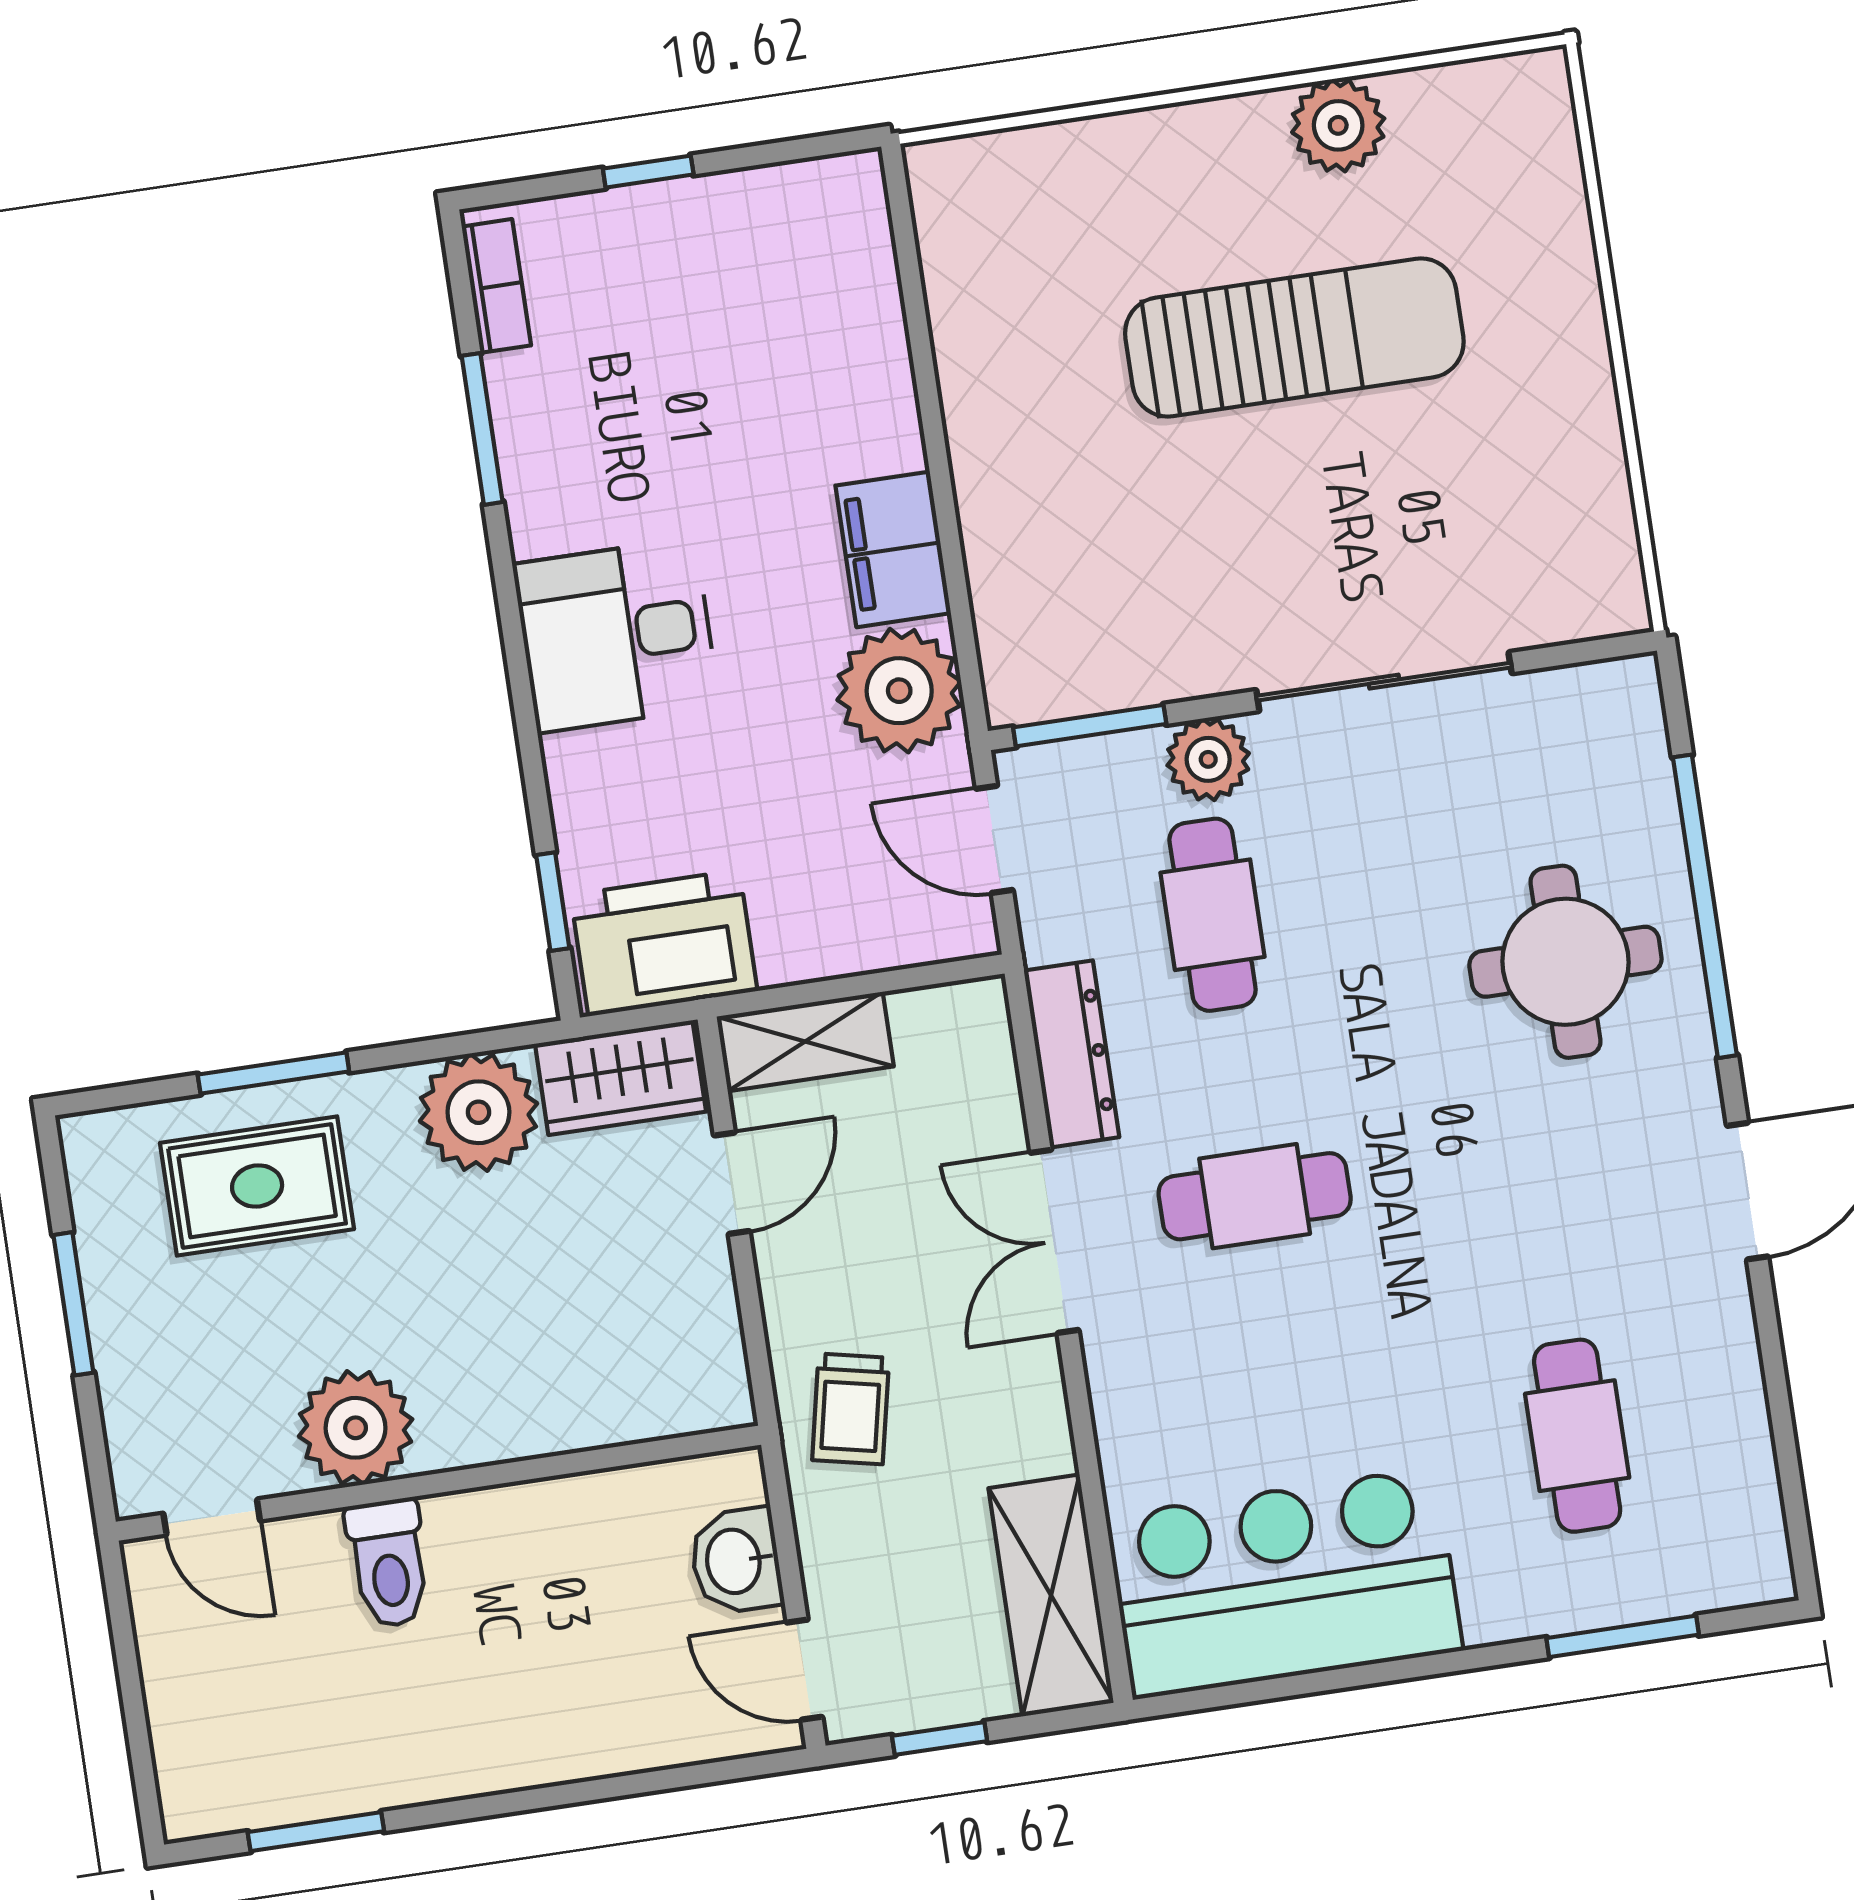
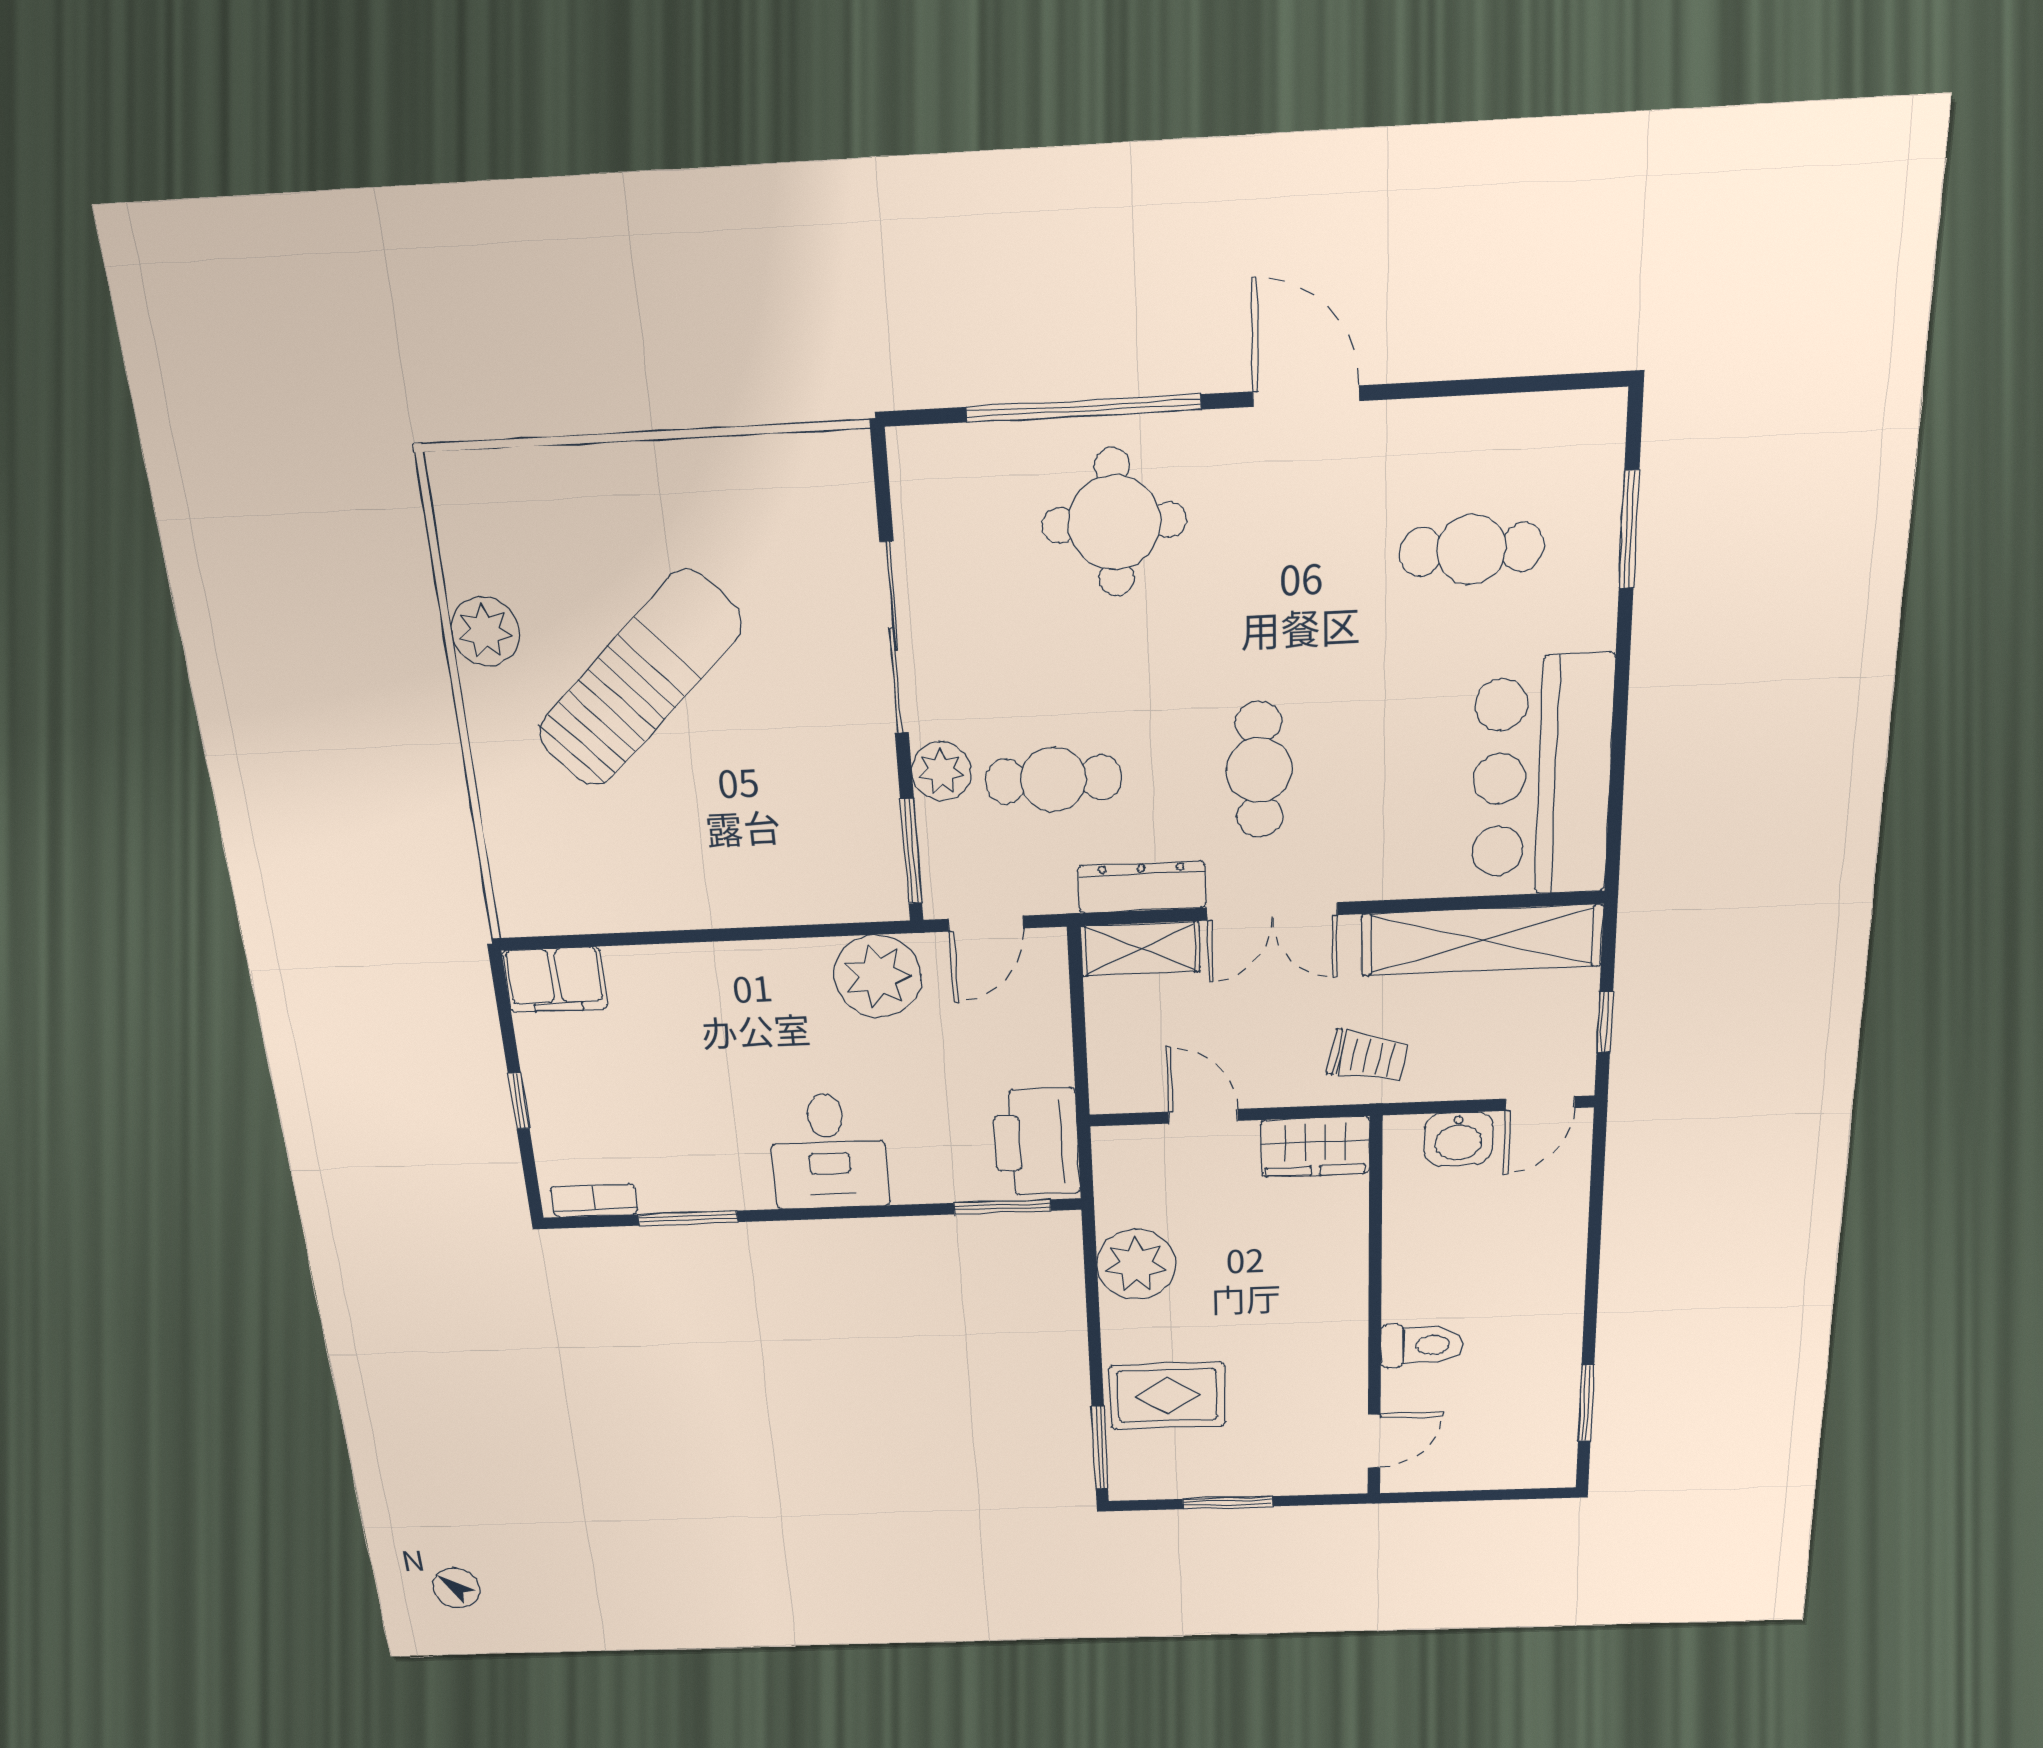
sun lounger: (1294, 337) -> (640, 679), turned 47
filing cabinet: (893, 549) -> (555, 980), moved
window: (553, 902) -> (1002, 1207), width x1.50
shelving: (805, 1041) -> (1140, 949), moved, turned 90
window: (273, 1073) -> (1100, 1448), moved
wardrobe: (620, 1078) -> (1315, 1147), moved, turned 90
rug: (257, 1186) -> (1167, 1396), turned 90
plant: (356, 1428) -> (1331, 1355), removed
shelving: (1051, 1595) -> (1482, 940), width x1.47

